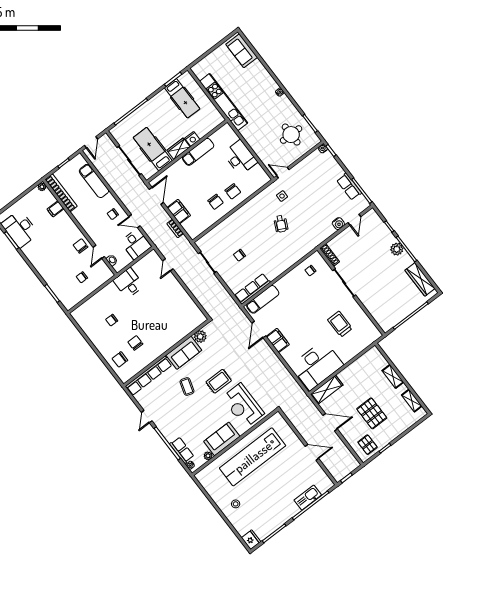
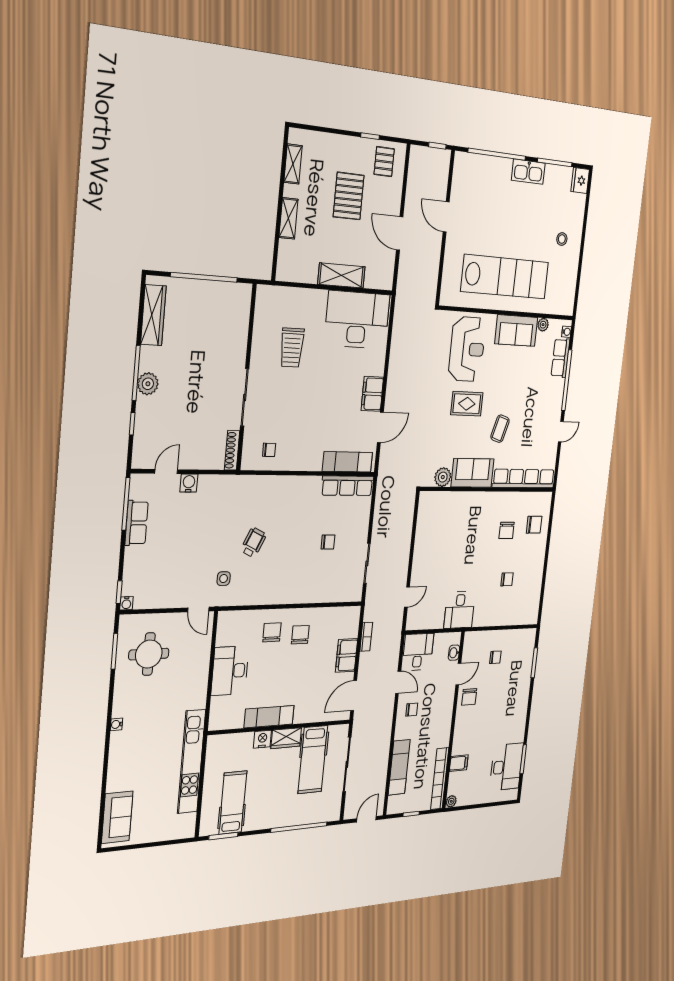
shelving: (327, 390) -> (341, 276), moved
kitchen sink: (308, 498) -> (528, 172), moved

